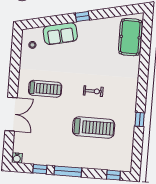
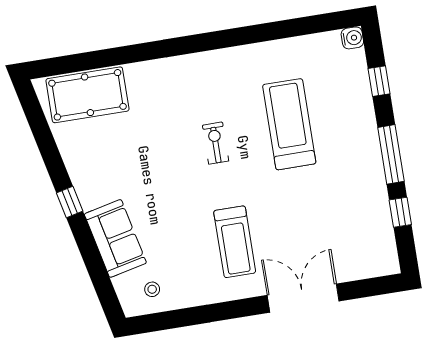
treadmill: (45, 89) -> (235, 242), turned 180
window: (140, 119) -> (250, 35), removed
water cooler: (17, 158) -> (352, 38), moved
window: (113, 175) -> (379, 81), moved

